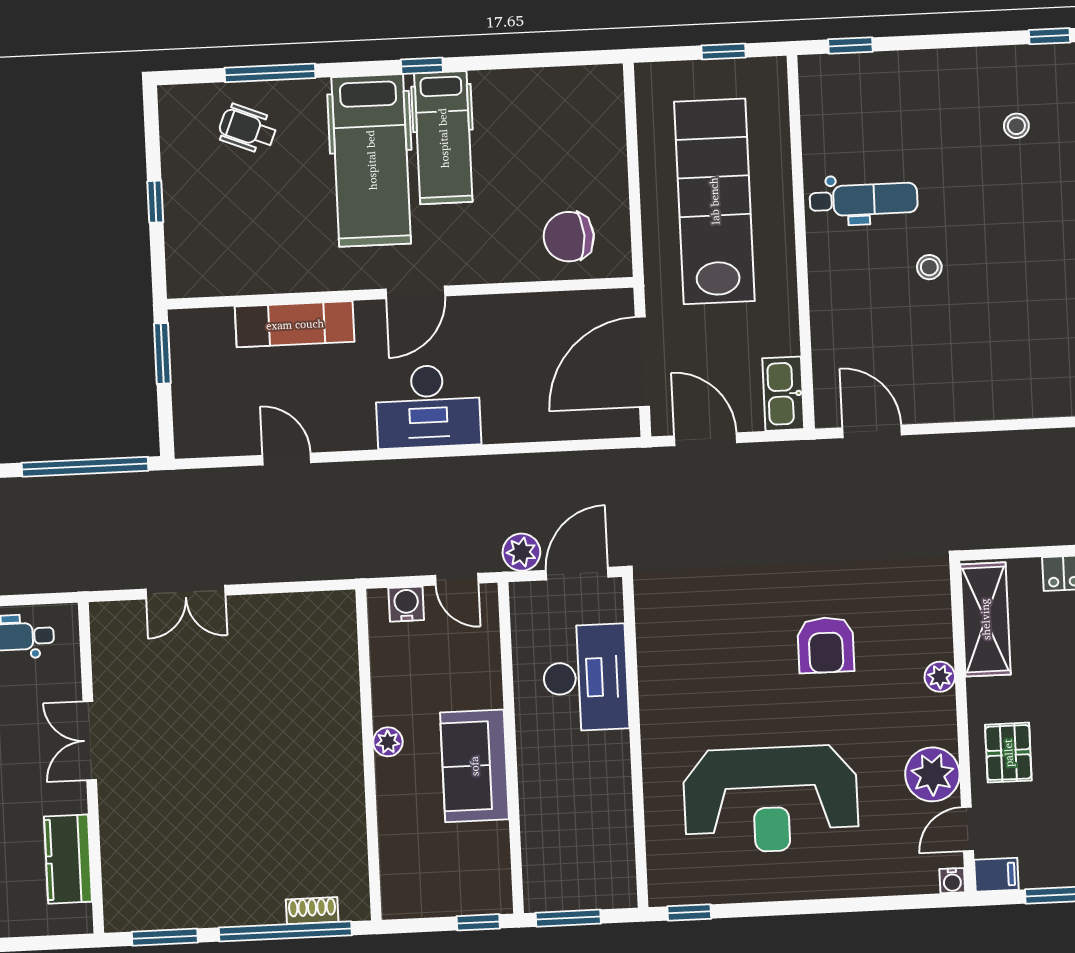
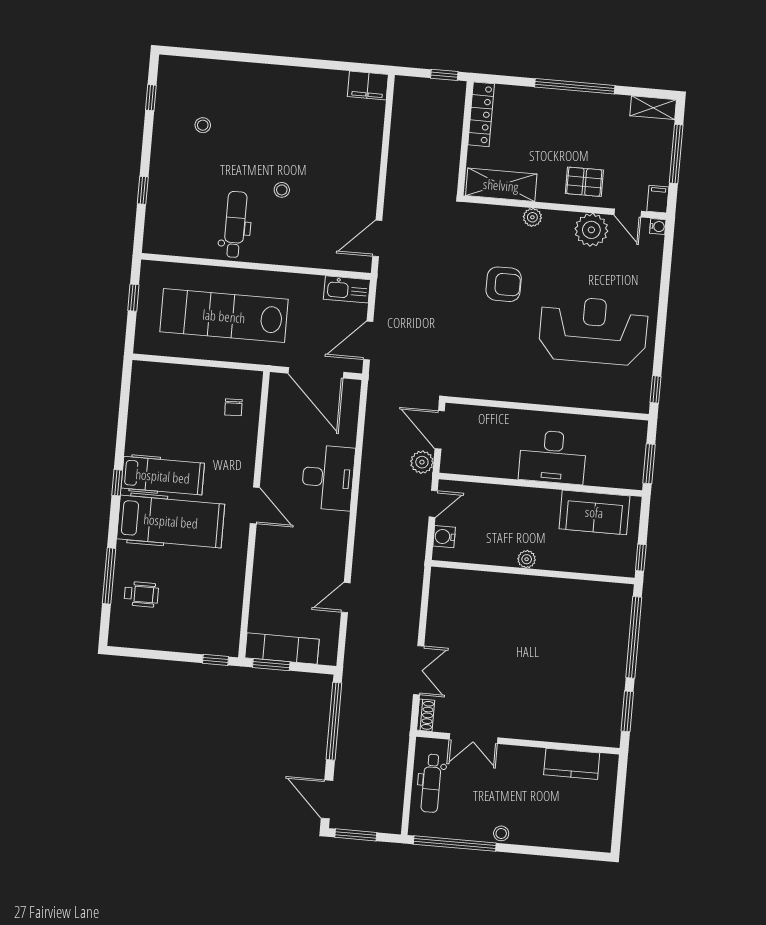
window: (850, 46) -> (143, 190), moved
wheelchair: (248, 129) -> (141, 594), turned -112
window: (155, 202) -> (215, 660), moved
chair: (569, 237) -> (233, 407), width x0.54, depth x0.54
exam couch: (295, 324) -> (282, 649), moved, turned -90
desk: (428, 406) -> (328, 478), moved
desk: (585, 678) -> (553, 457), moved, turned 180
double door: (90, 741) -> (474, 738), moved
sofa: (474, 766) -> (594, 512), moved
reception desk: (771, 799) -> (593, 331), turned -90
shoe rack: (312, 911) -> (426, 715), moved, turned 180
window: (478, 922) -> (641, 558), moved

